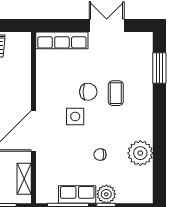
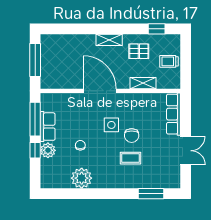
shelving: (24, 179) -> (143, 83), moved

